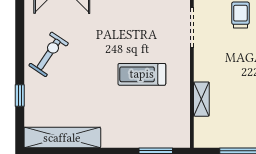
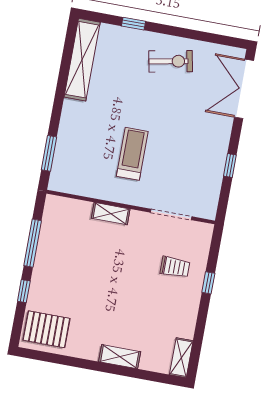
exercise bike: (49, 54) -> (171, 61), turned -45
shelving: (201, 99) -> (111, 214), moved

